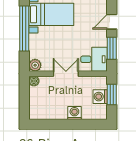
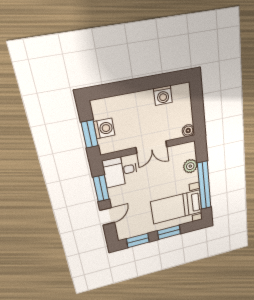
plant: (35, 65) -> (190, 166), moved
washing machine: (74, 113) -> (163, 95), moved

